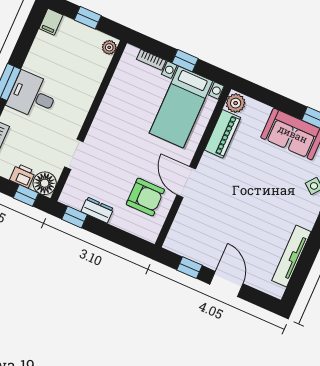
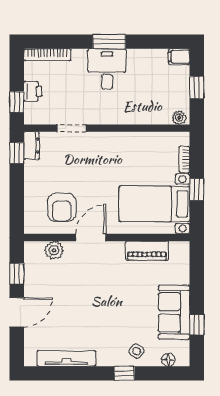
plant: (236, 103) -> (54, 250), moved
floor lamp: (45, 183) -> (35, 114), removed
dresser: (97, 210) -> (32, 145), moved

